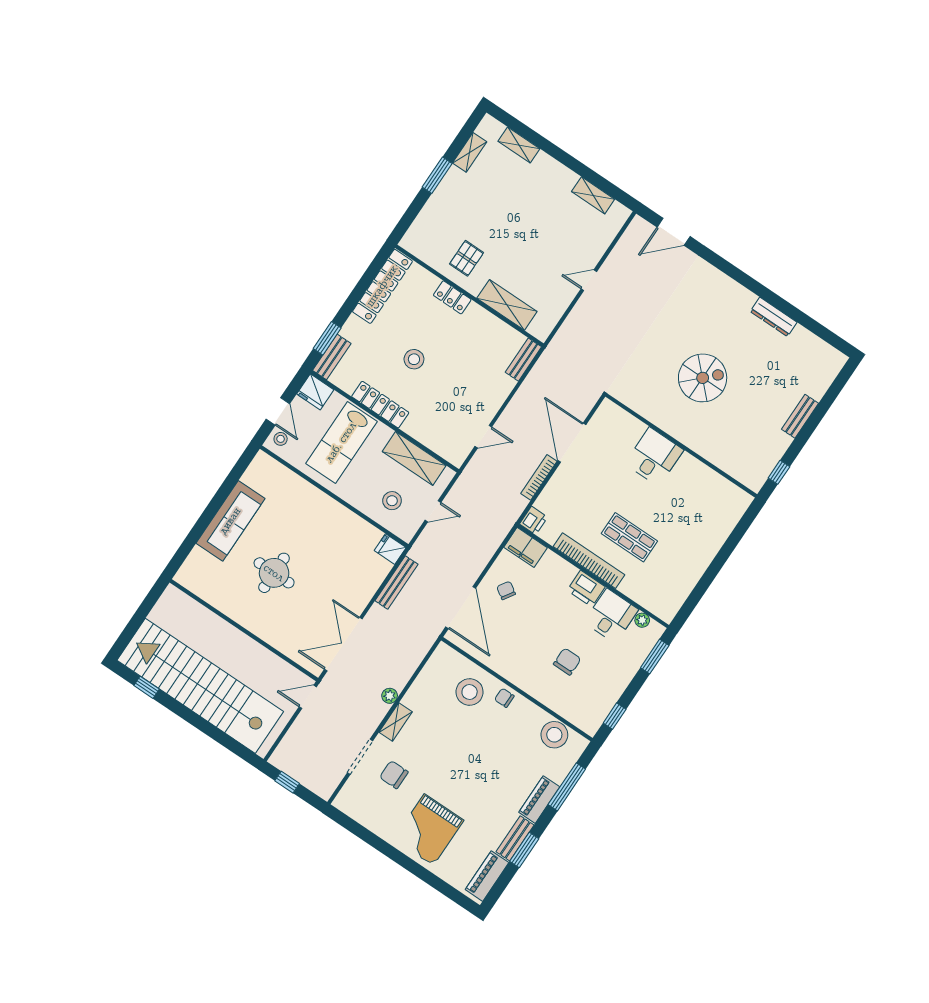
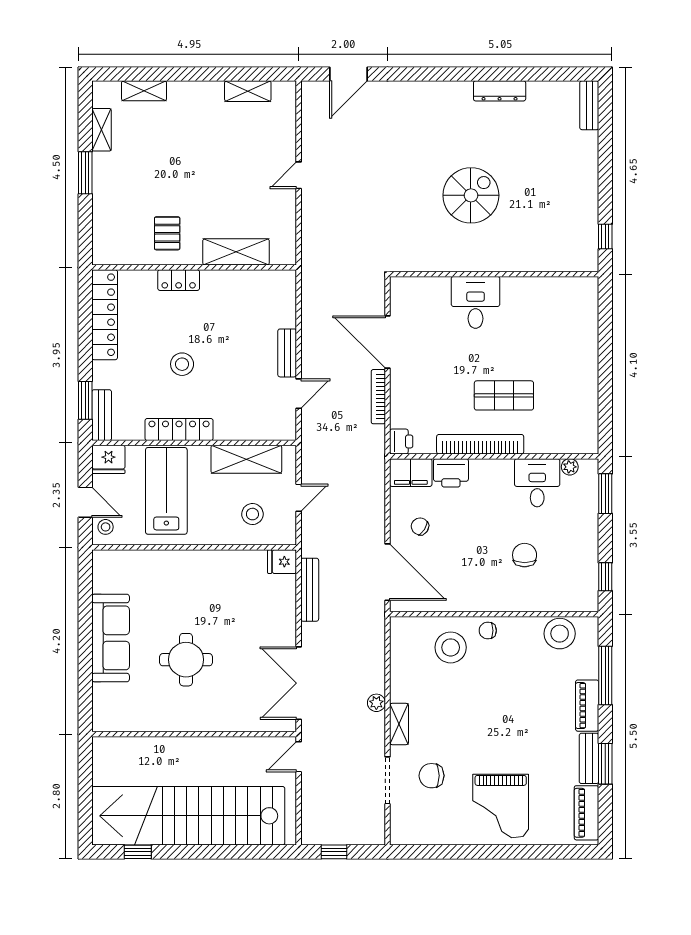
bench: (523, 360) -> (287, 353), moved
bench: (800, 416) -> (589, 105), moved
lab bench: (341, 442) -> (166, 491), turned 180
printer: (586, 589) -> (451, 473), moved

